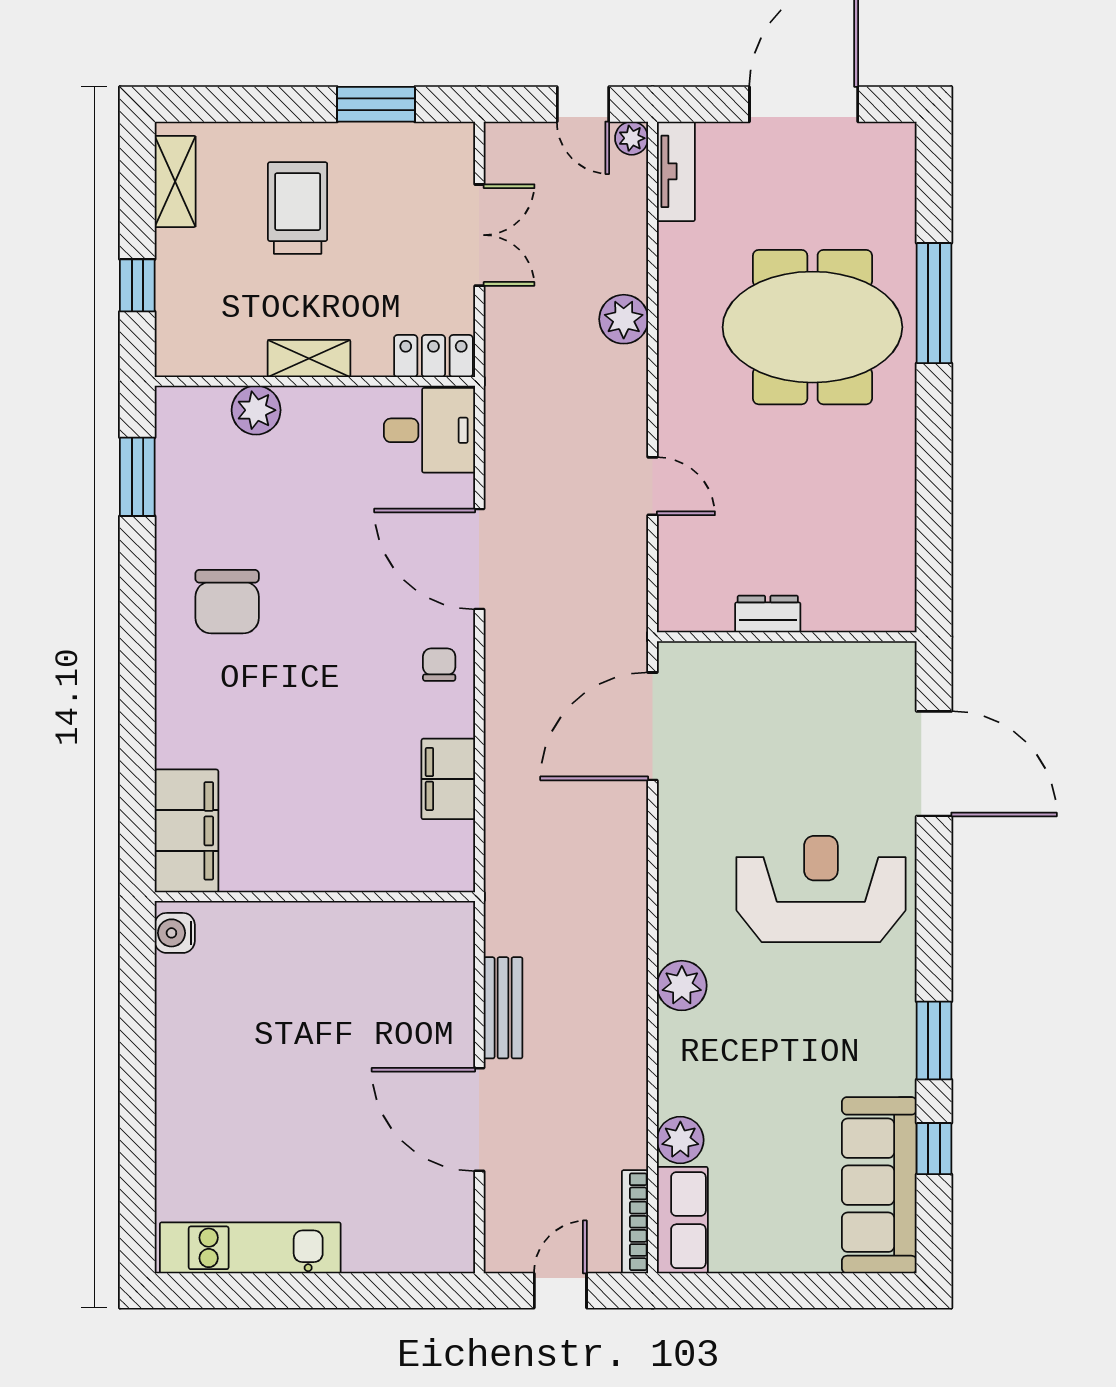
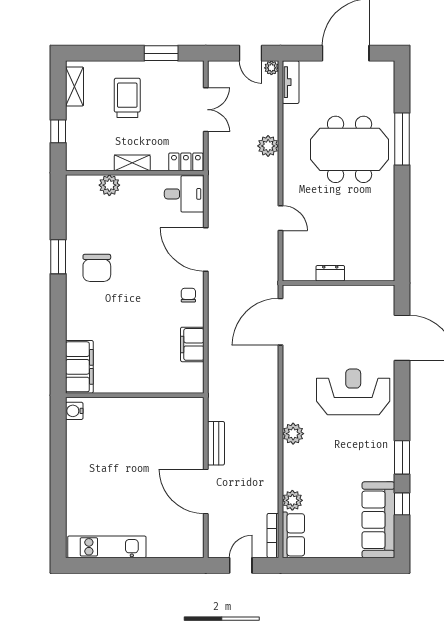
window: (137, 477) -> (58, 257), moved

